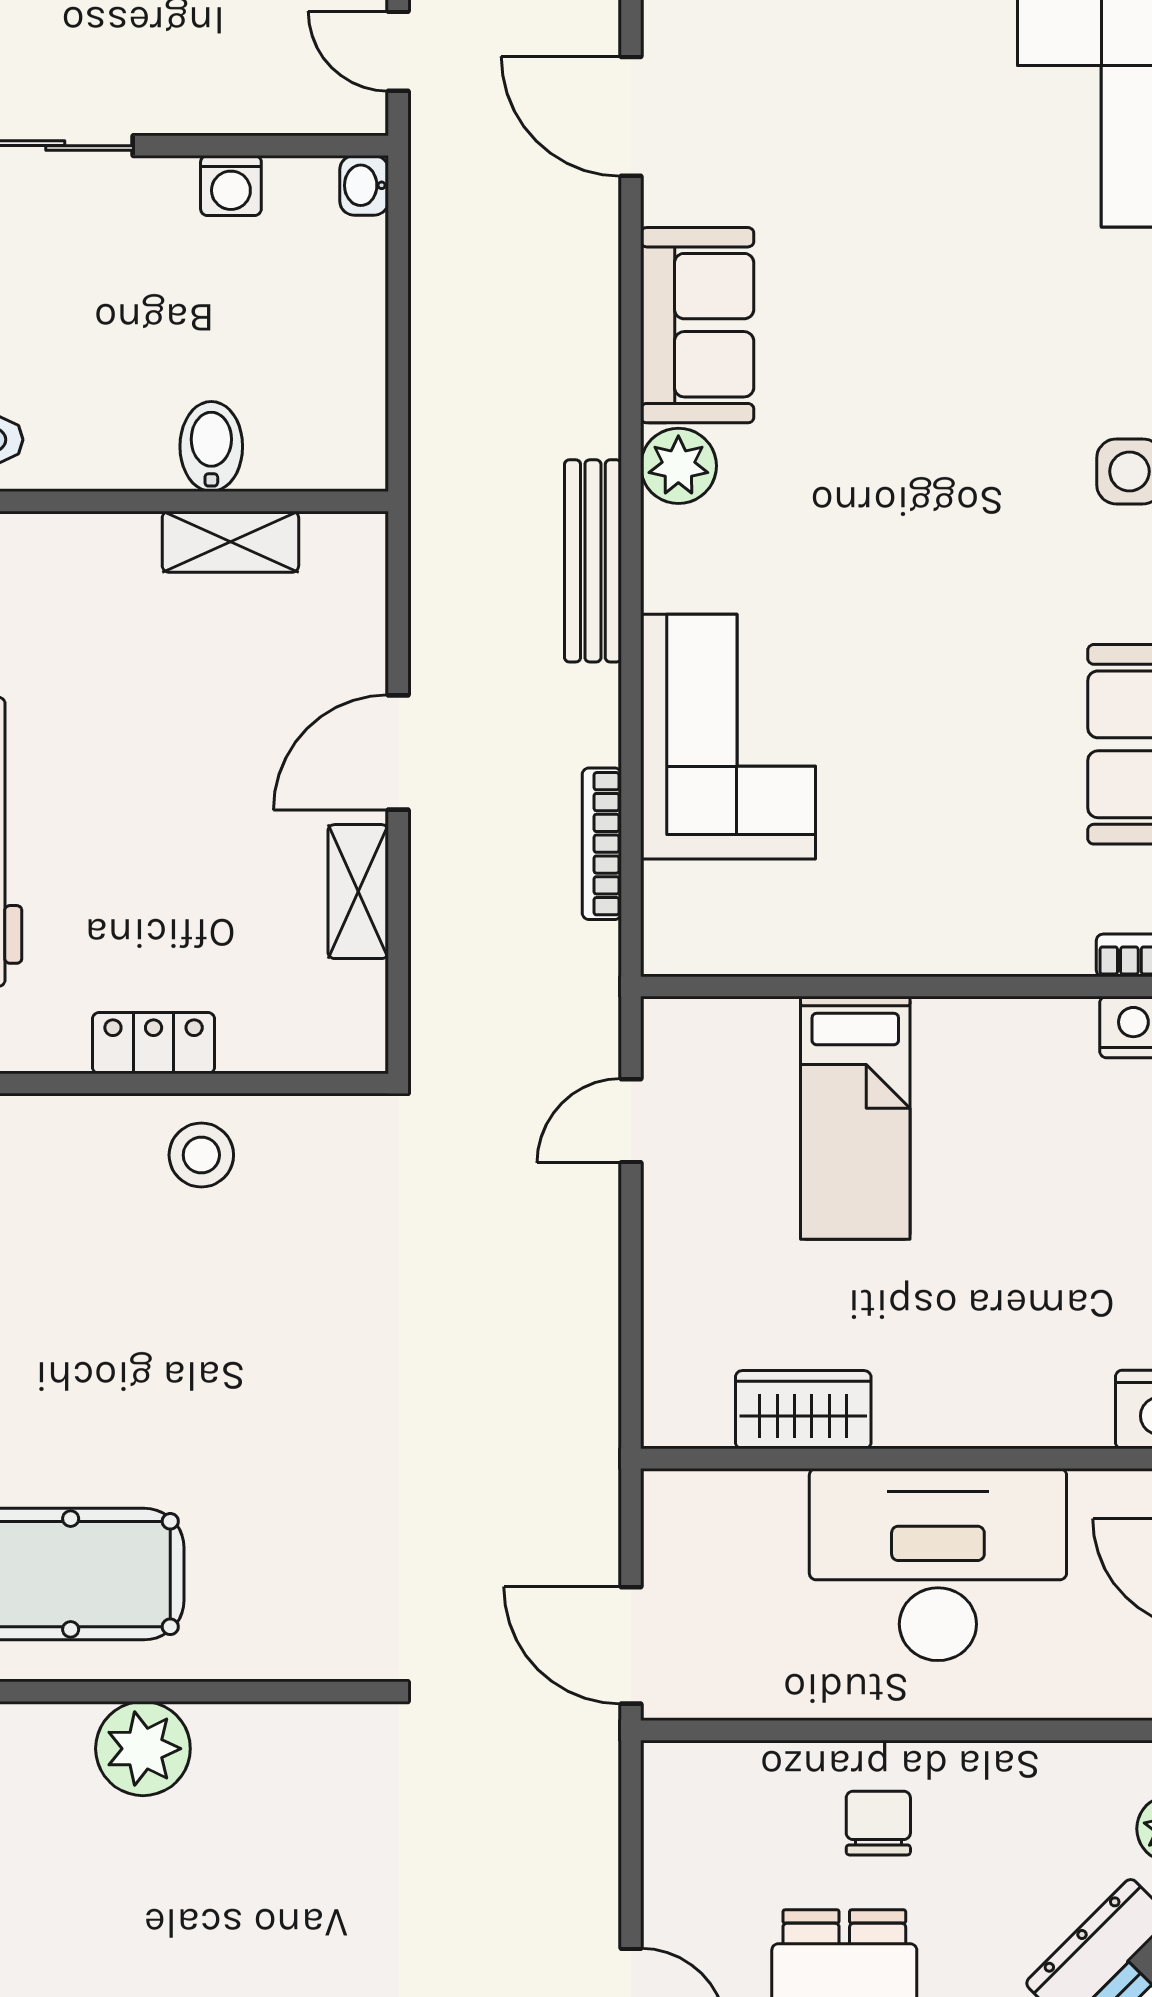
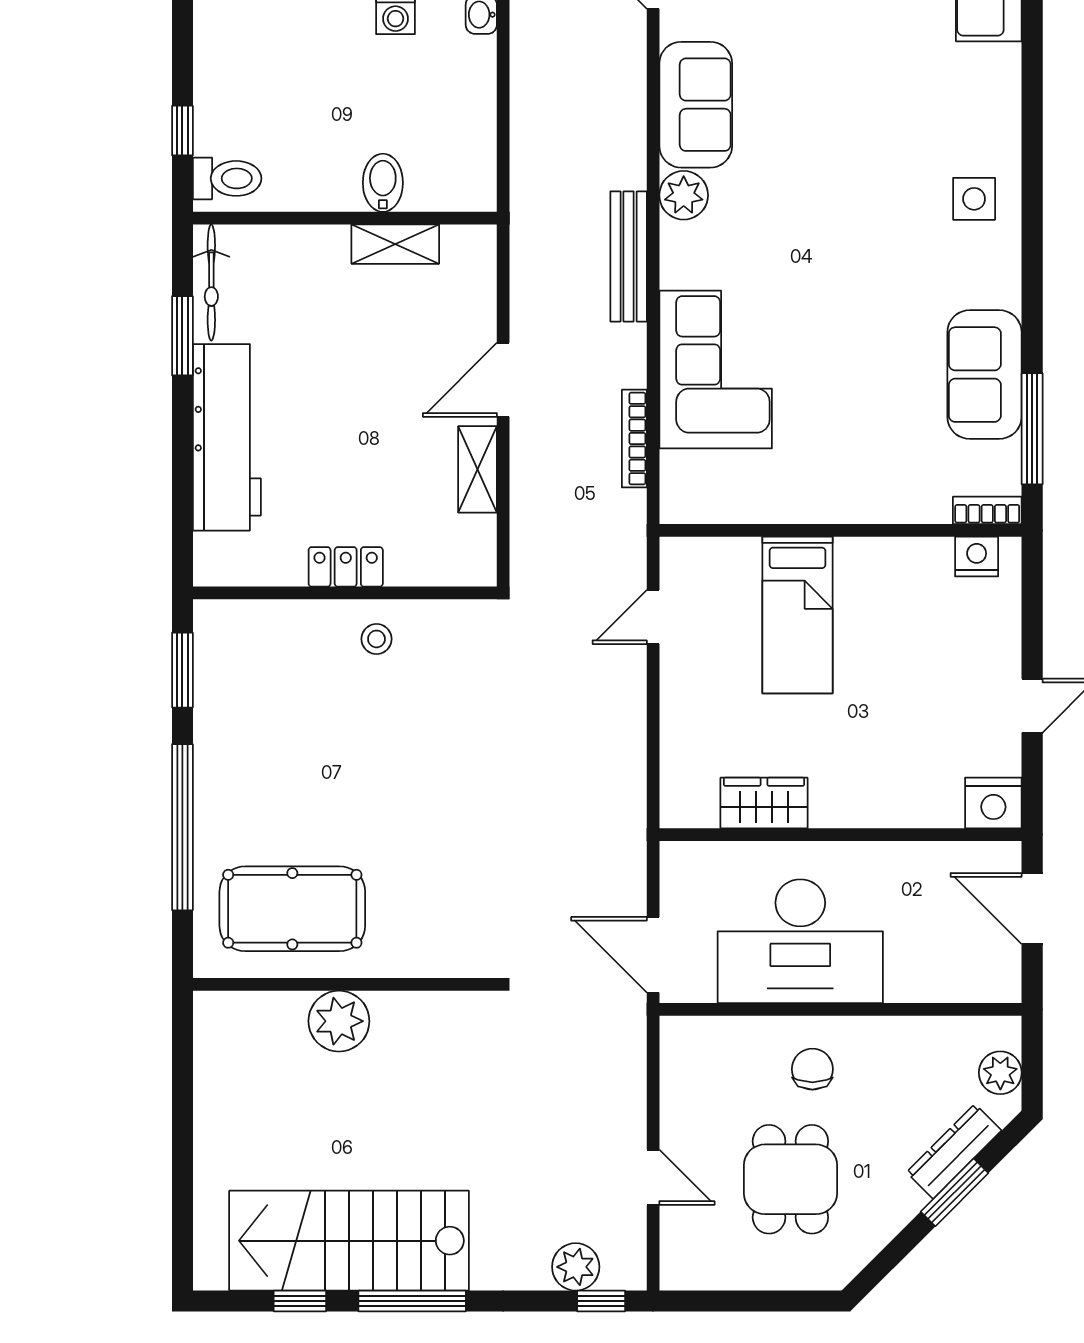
stool: (201, 1155) -> (376, 639), width x0.73, depth x0.73
desk: (938, 1565) -> (800, 941), moved, turned 180

